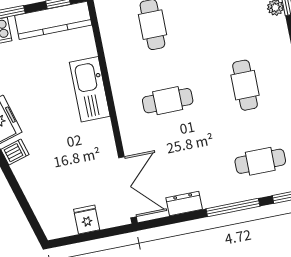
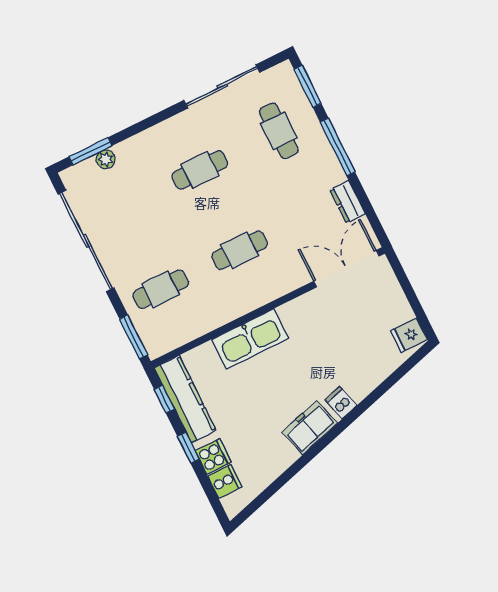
cafe table: (168, 101) -> (240, 250), turned 90
fridge: (87, 219) -> (409, 335), moved

